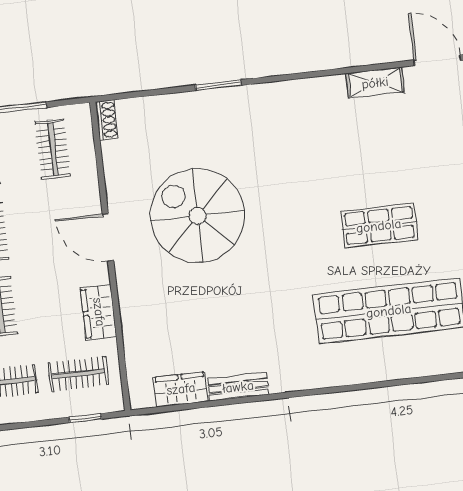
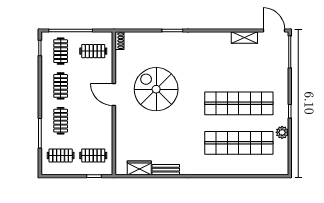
clothes rail: (53, 149) -> (93, 51), turned 90
shop shelf: (379, 226) -> (239, 103), width x2.00, depth x1.36
wardrobe: (99, 312) -> (106, 128), removed

